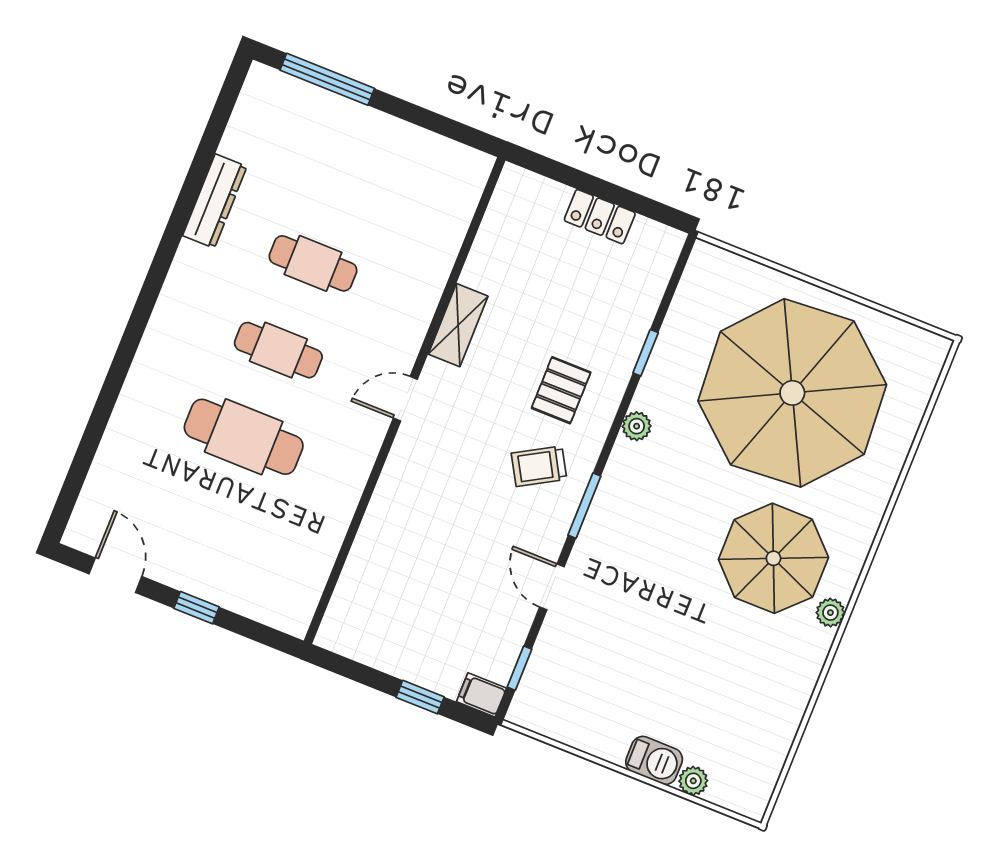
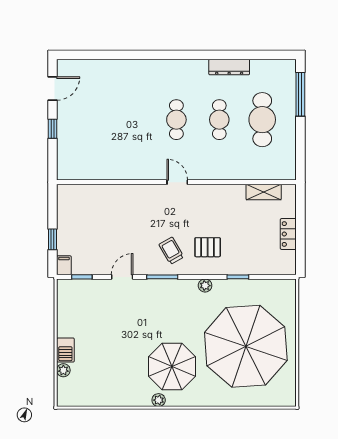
shelving: (458, 325) -> (264, 192), moved
cafe table: (244, 437) -> (262, 120), moved

